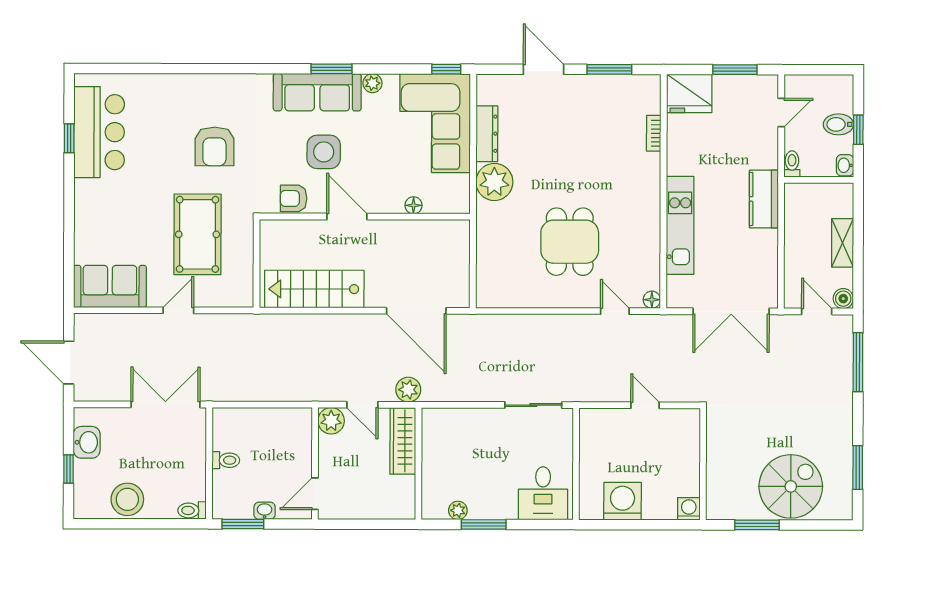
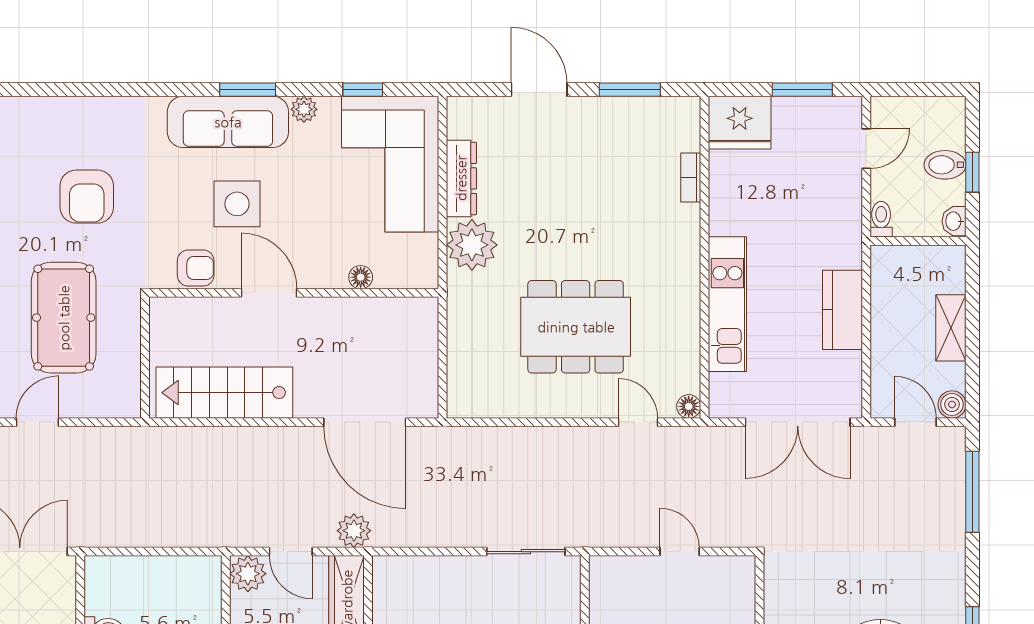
window: (446, 69) -> (363, 90), moved
armchair: (294, 198) -> (196, 268), turned 180
kitchen counter: (764, 199) -> (842, 310), moved
dining table: (570, 242) -> (576, 327), width x1.37

